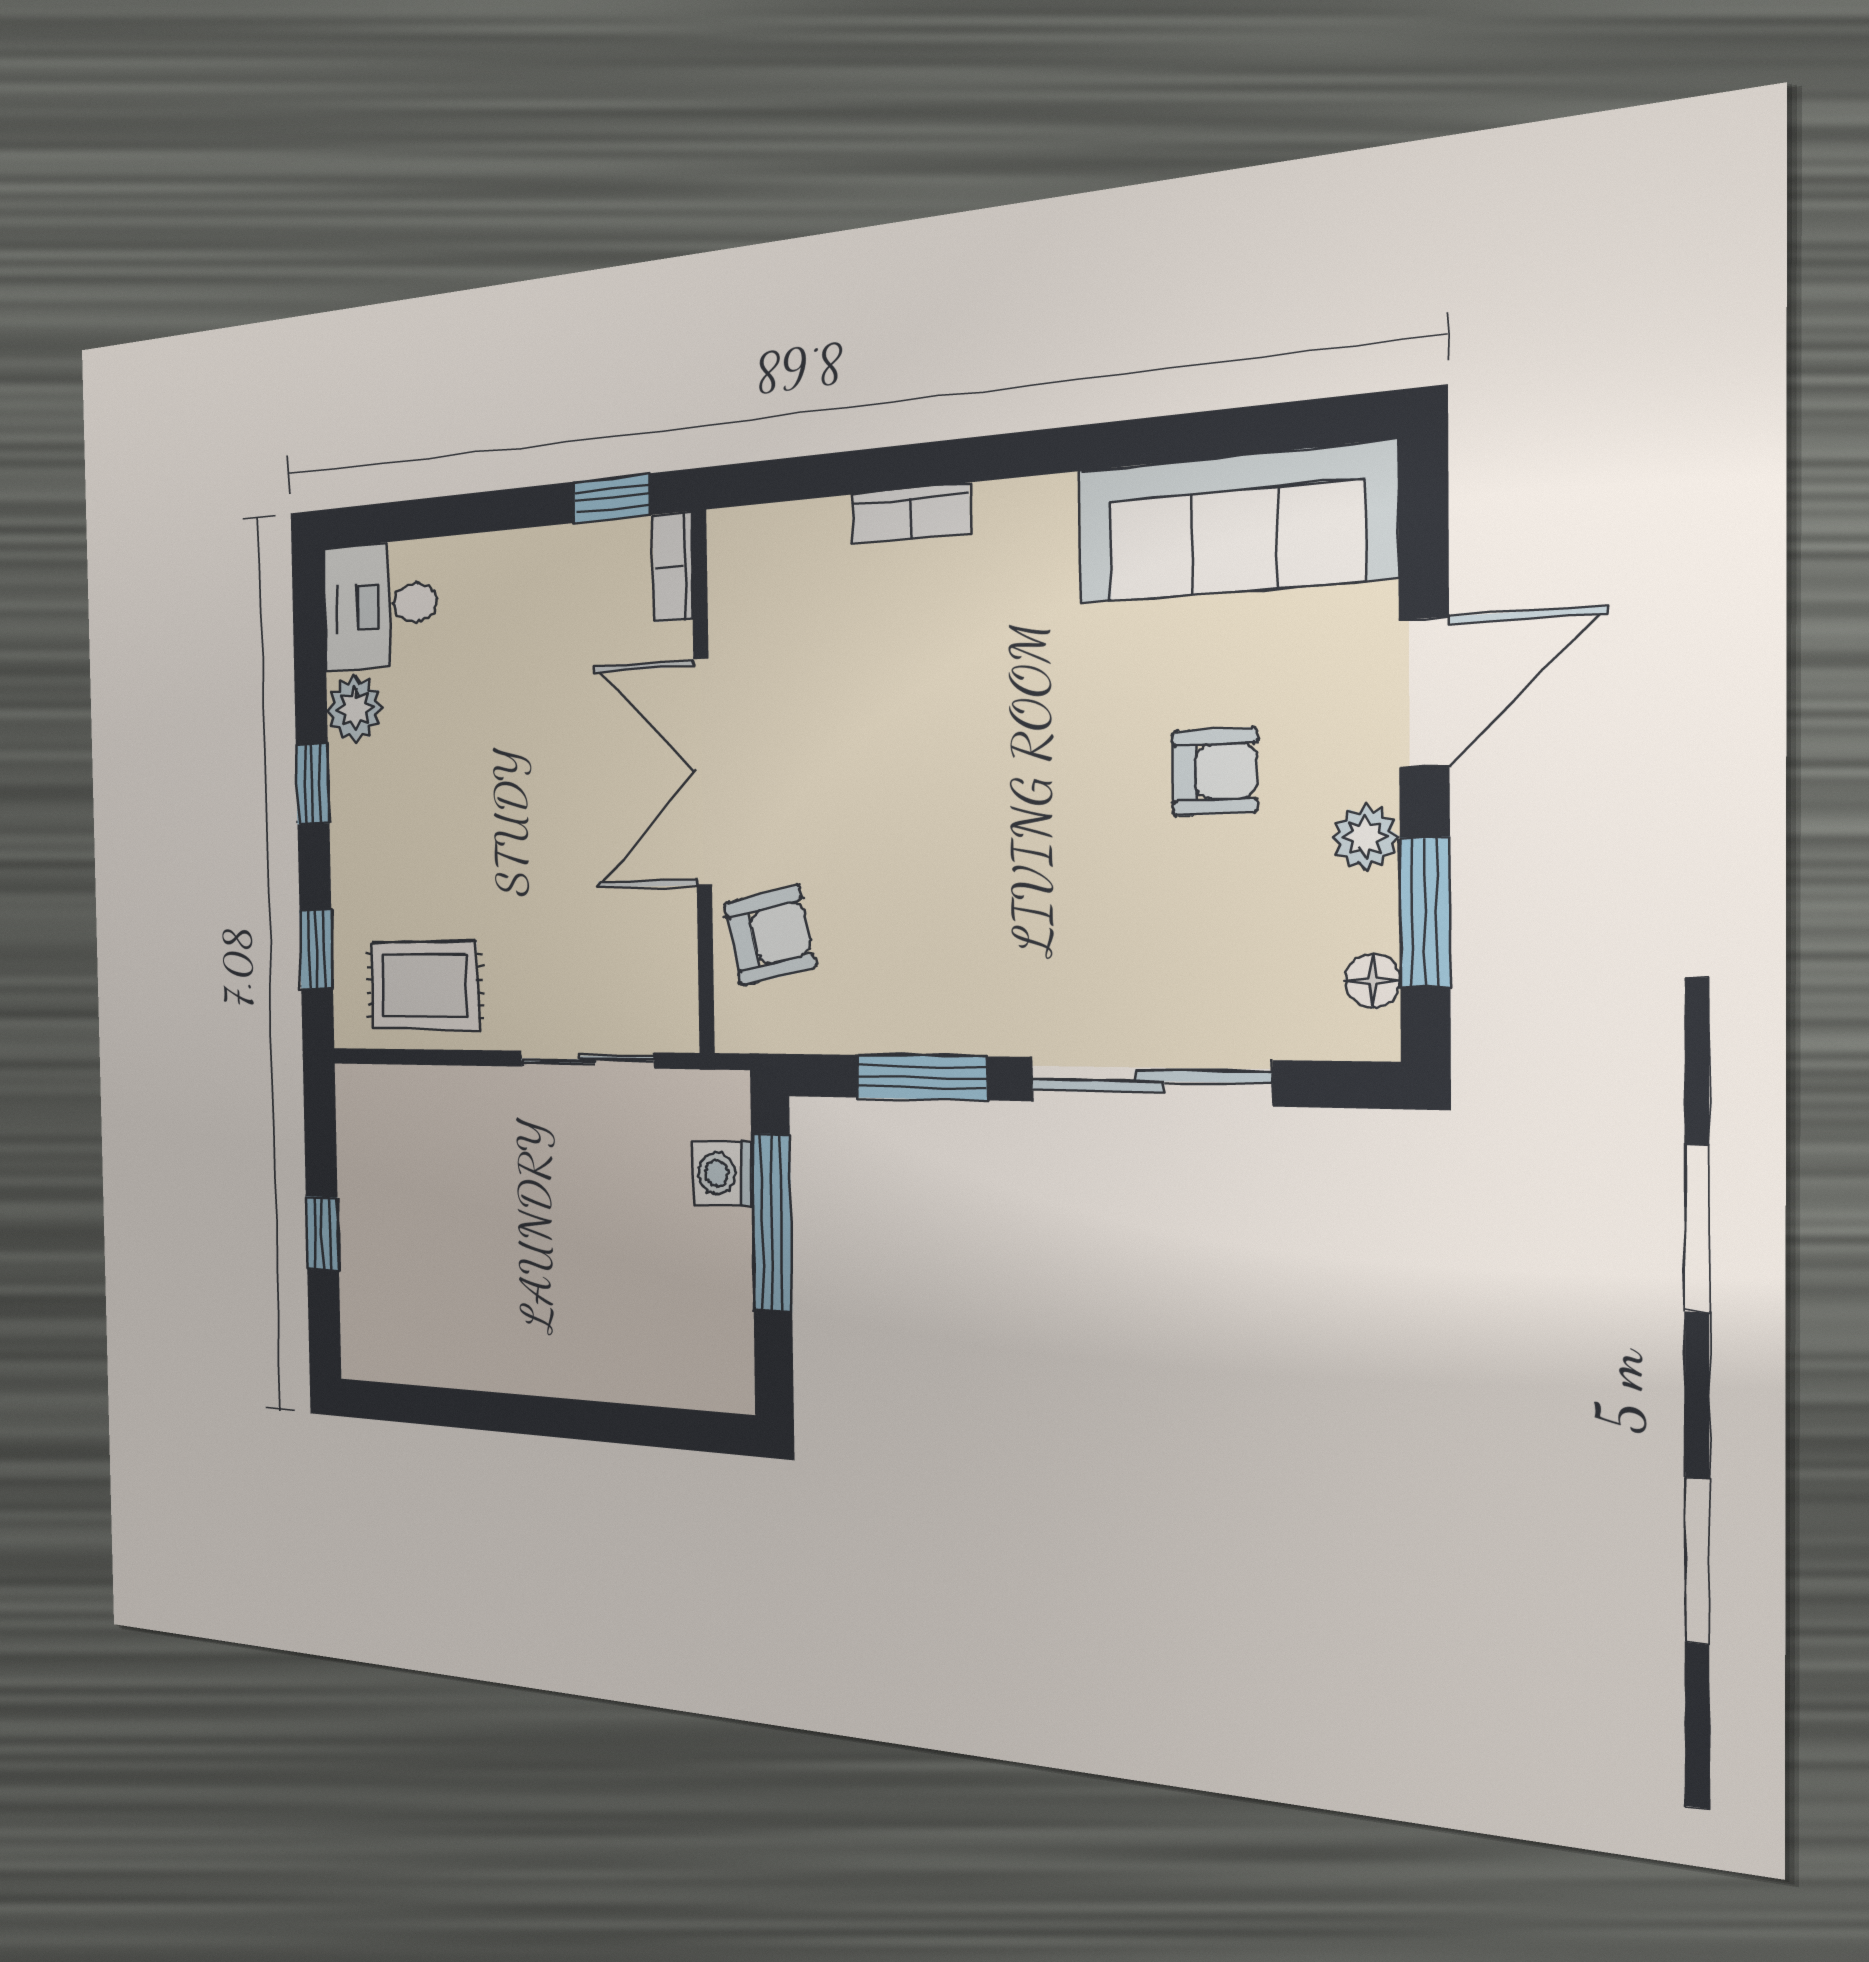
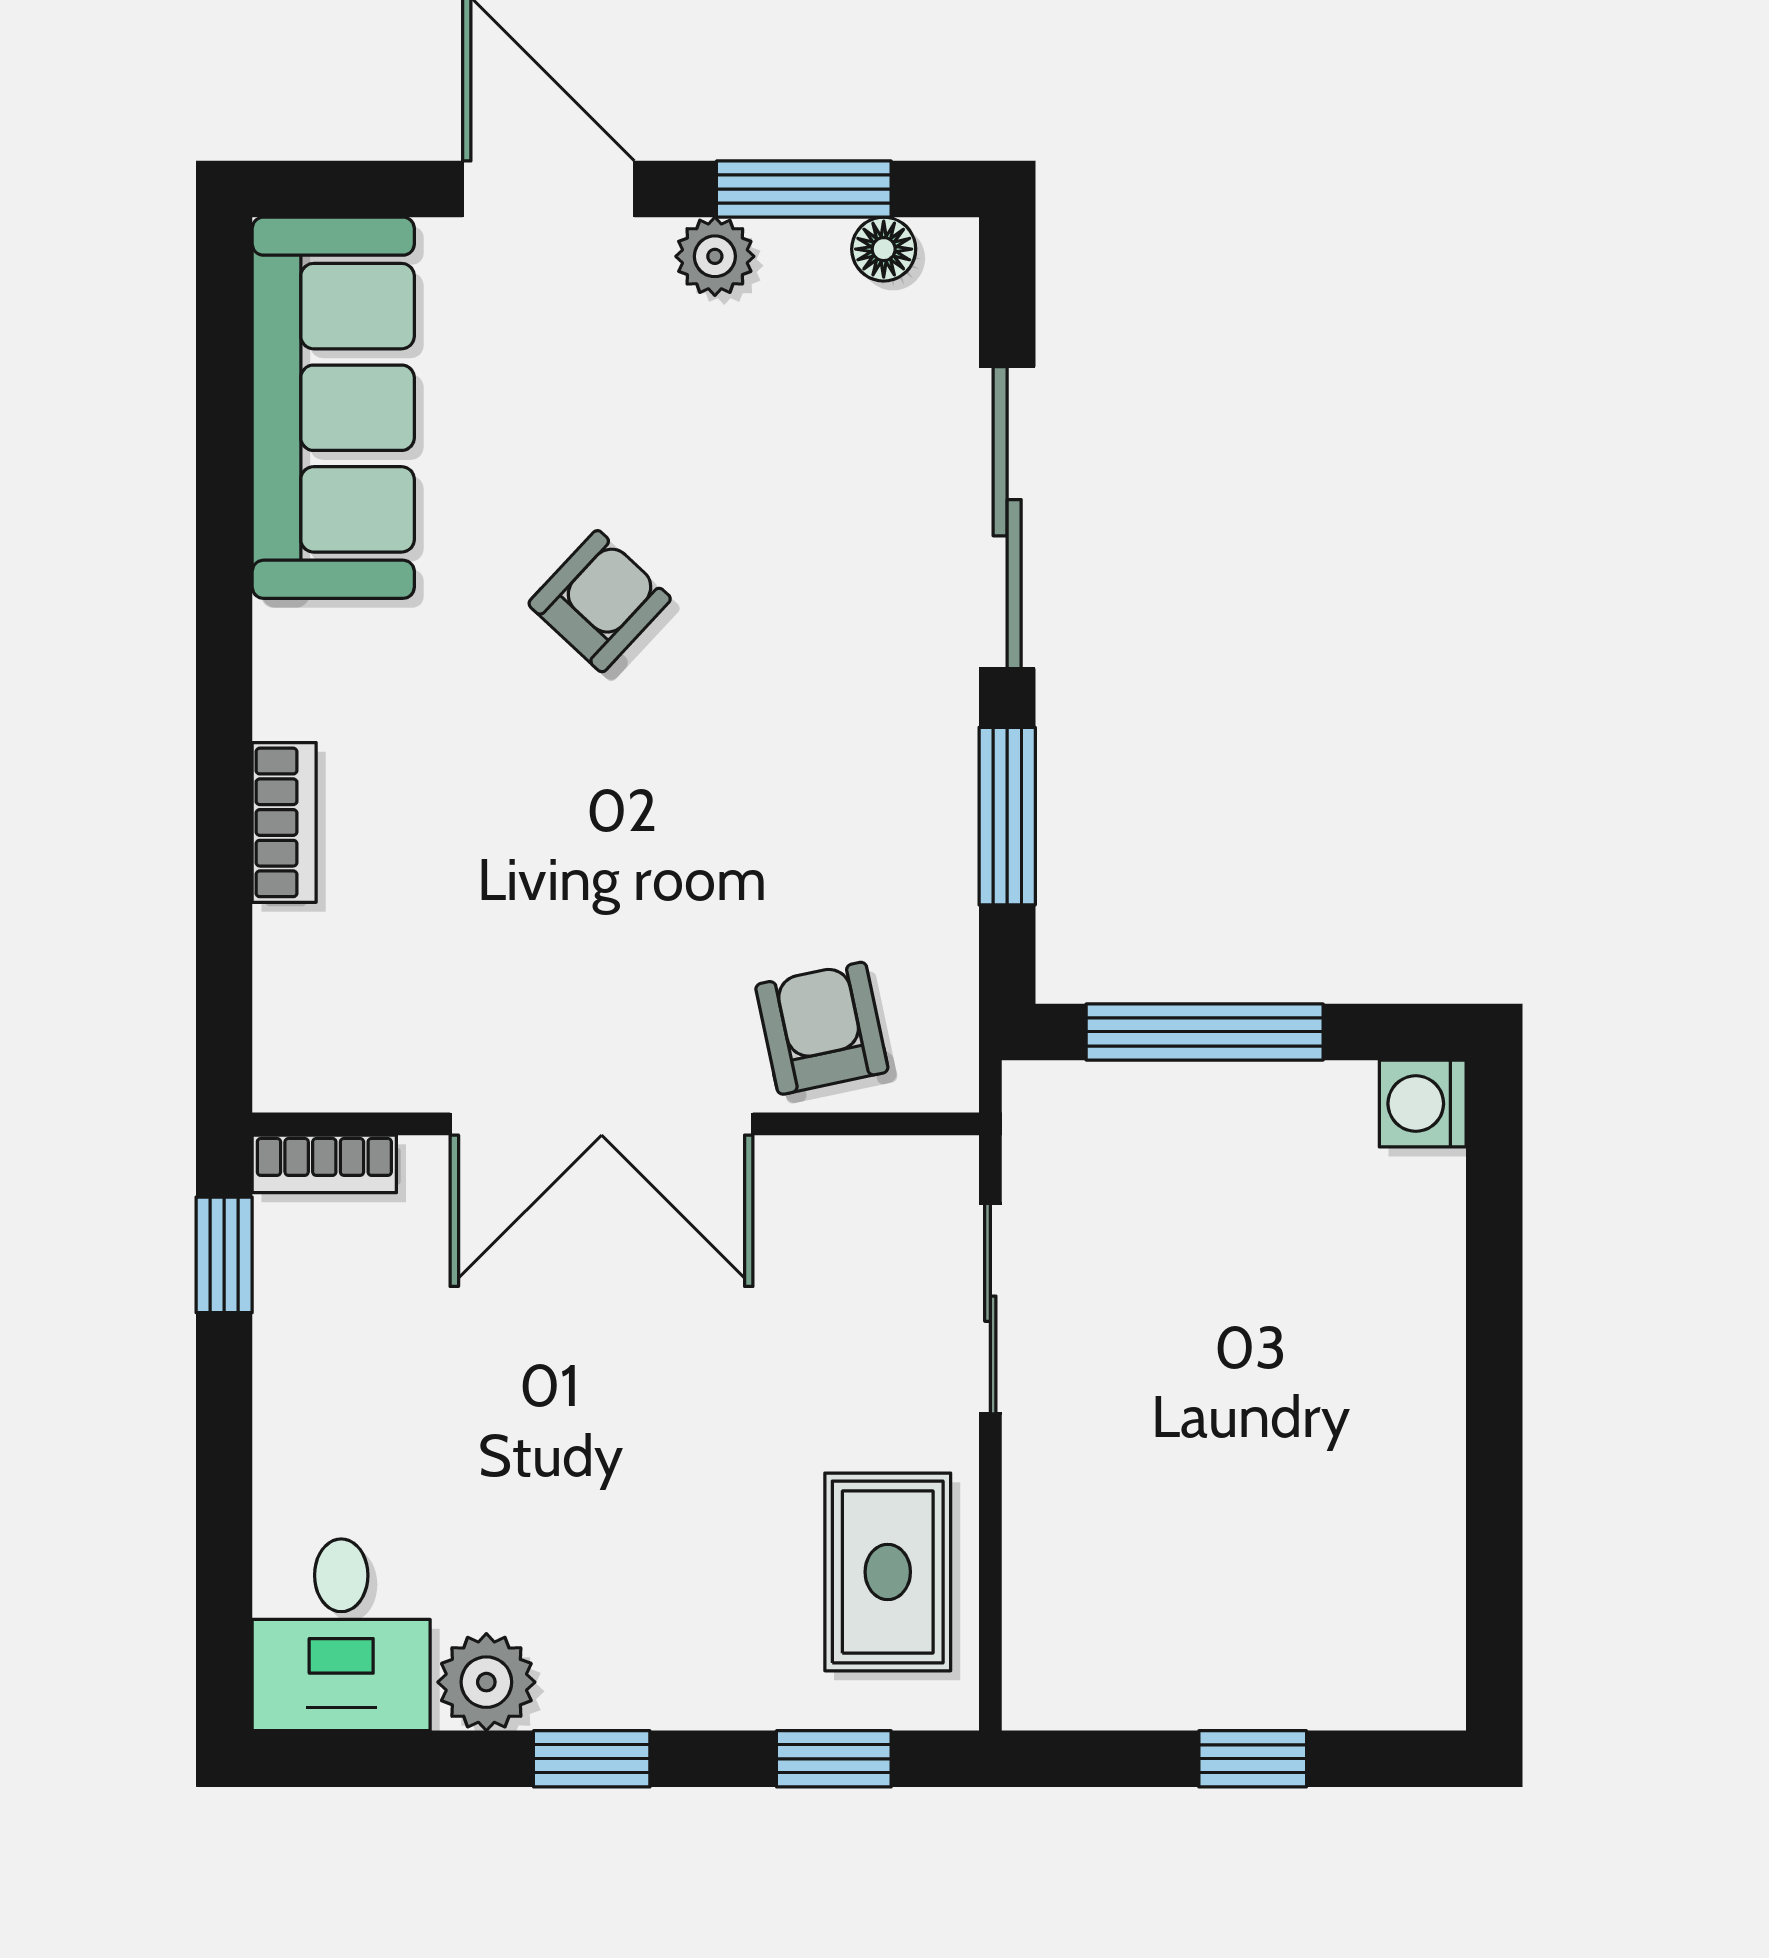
armchair: (1215, 772) -> (600, 601), moved, turned 43
washing machine: (722, 1174) -> (1423, 1104), moved, turned 90

